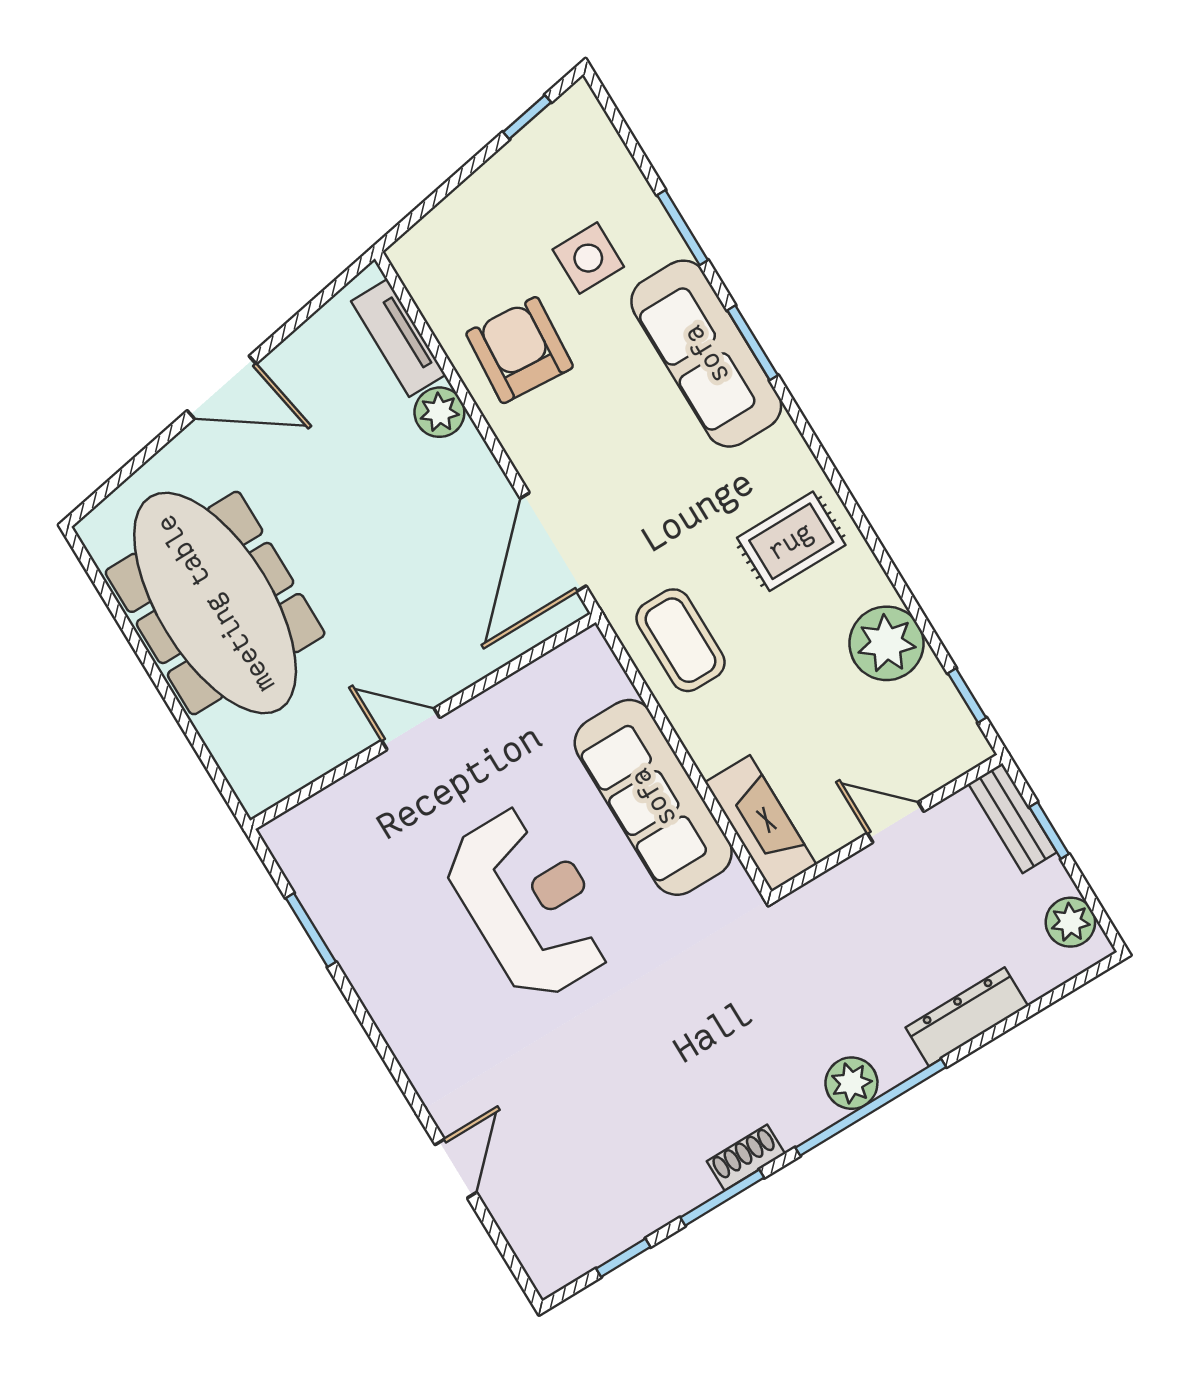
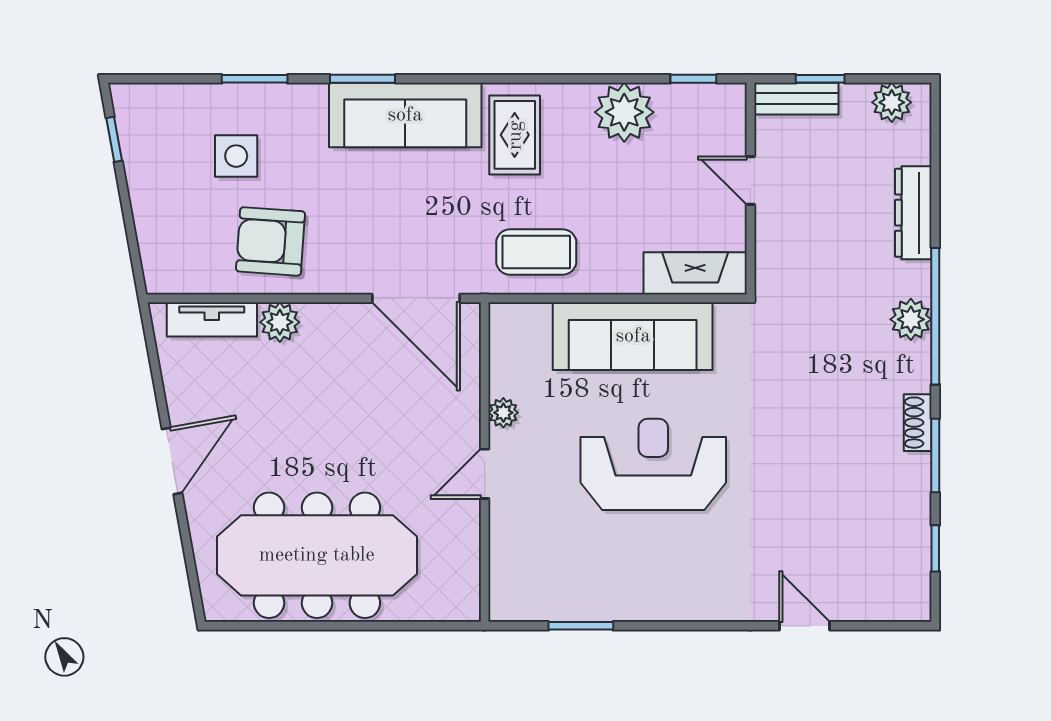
sofa: (706, 354) -> (405, 115), moved
plant: (488, 709) -> (503, 413), added
door: (896, 822) -> (750, 181), hinge flipped

